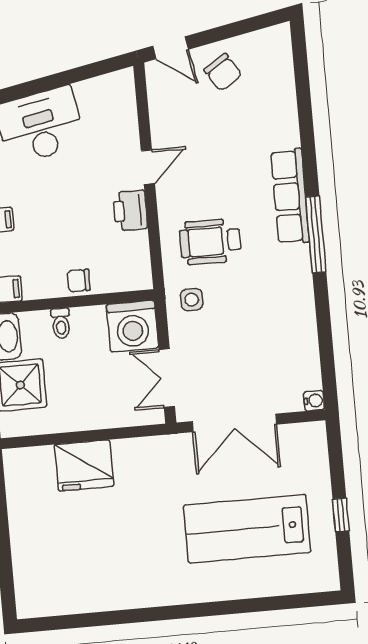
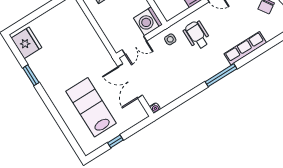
row of seats: (290, 196) -> (245, 48), moved
double door: (167, 378) -> (134, 45), swing flipped
fridge: (84, 465) -> (26, 43), moved, turned 180
window: (121, 617) -> (31, 75), added

